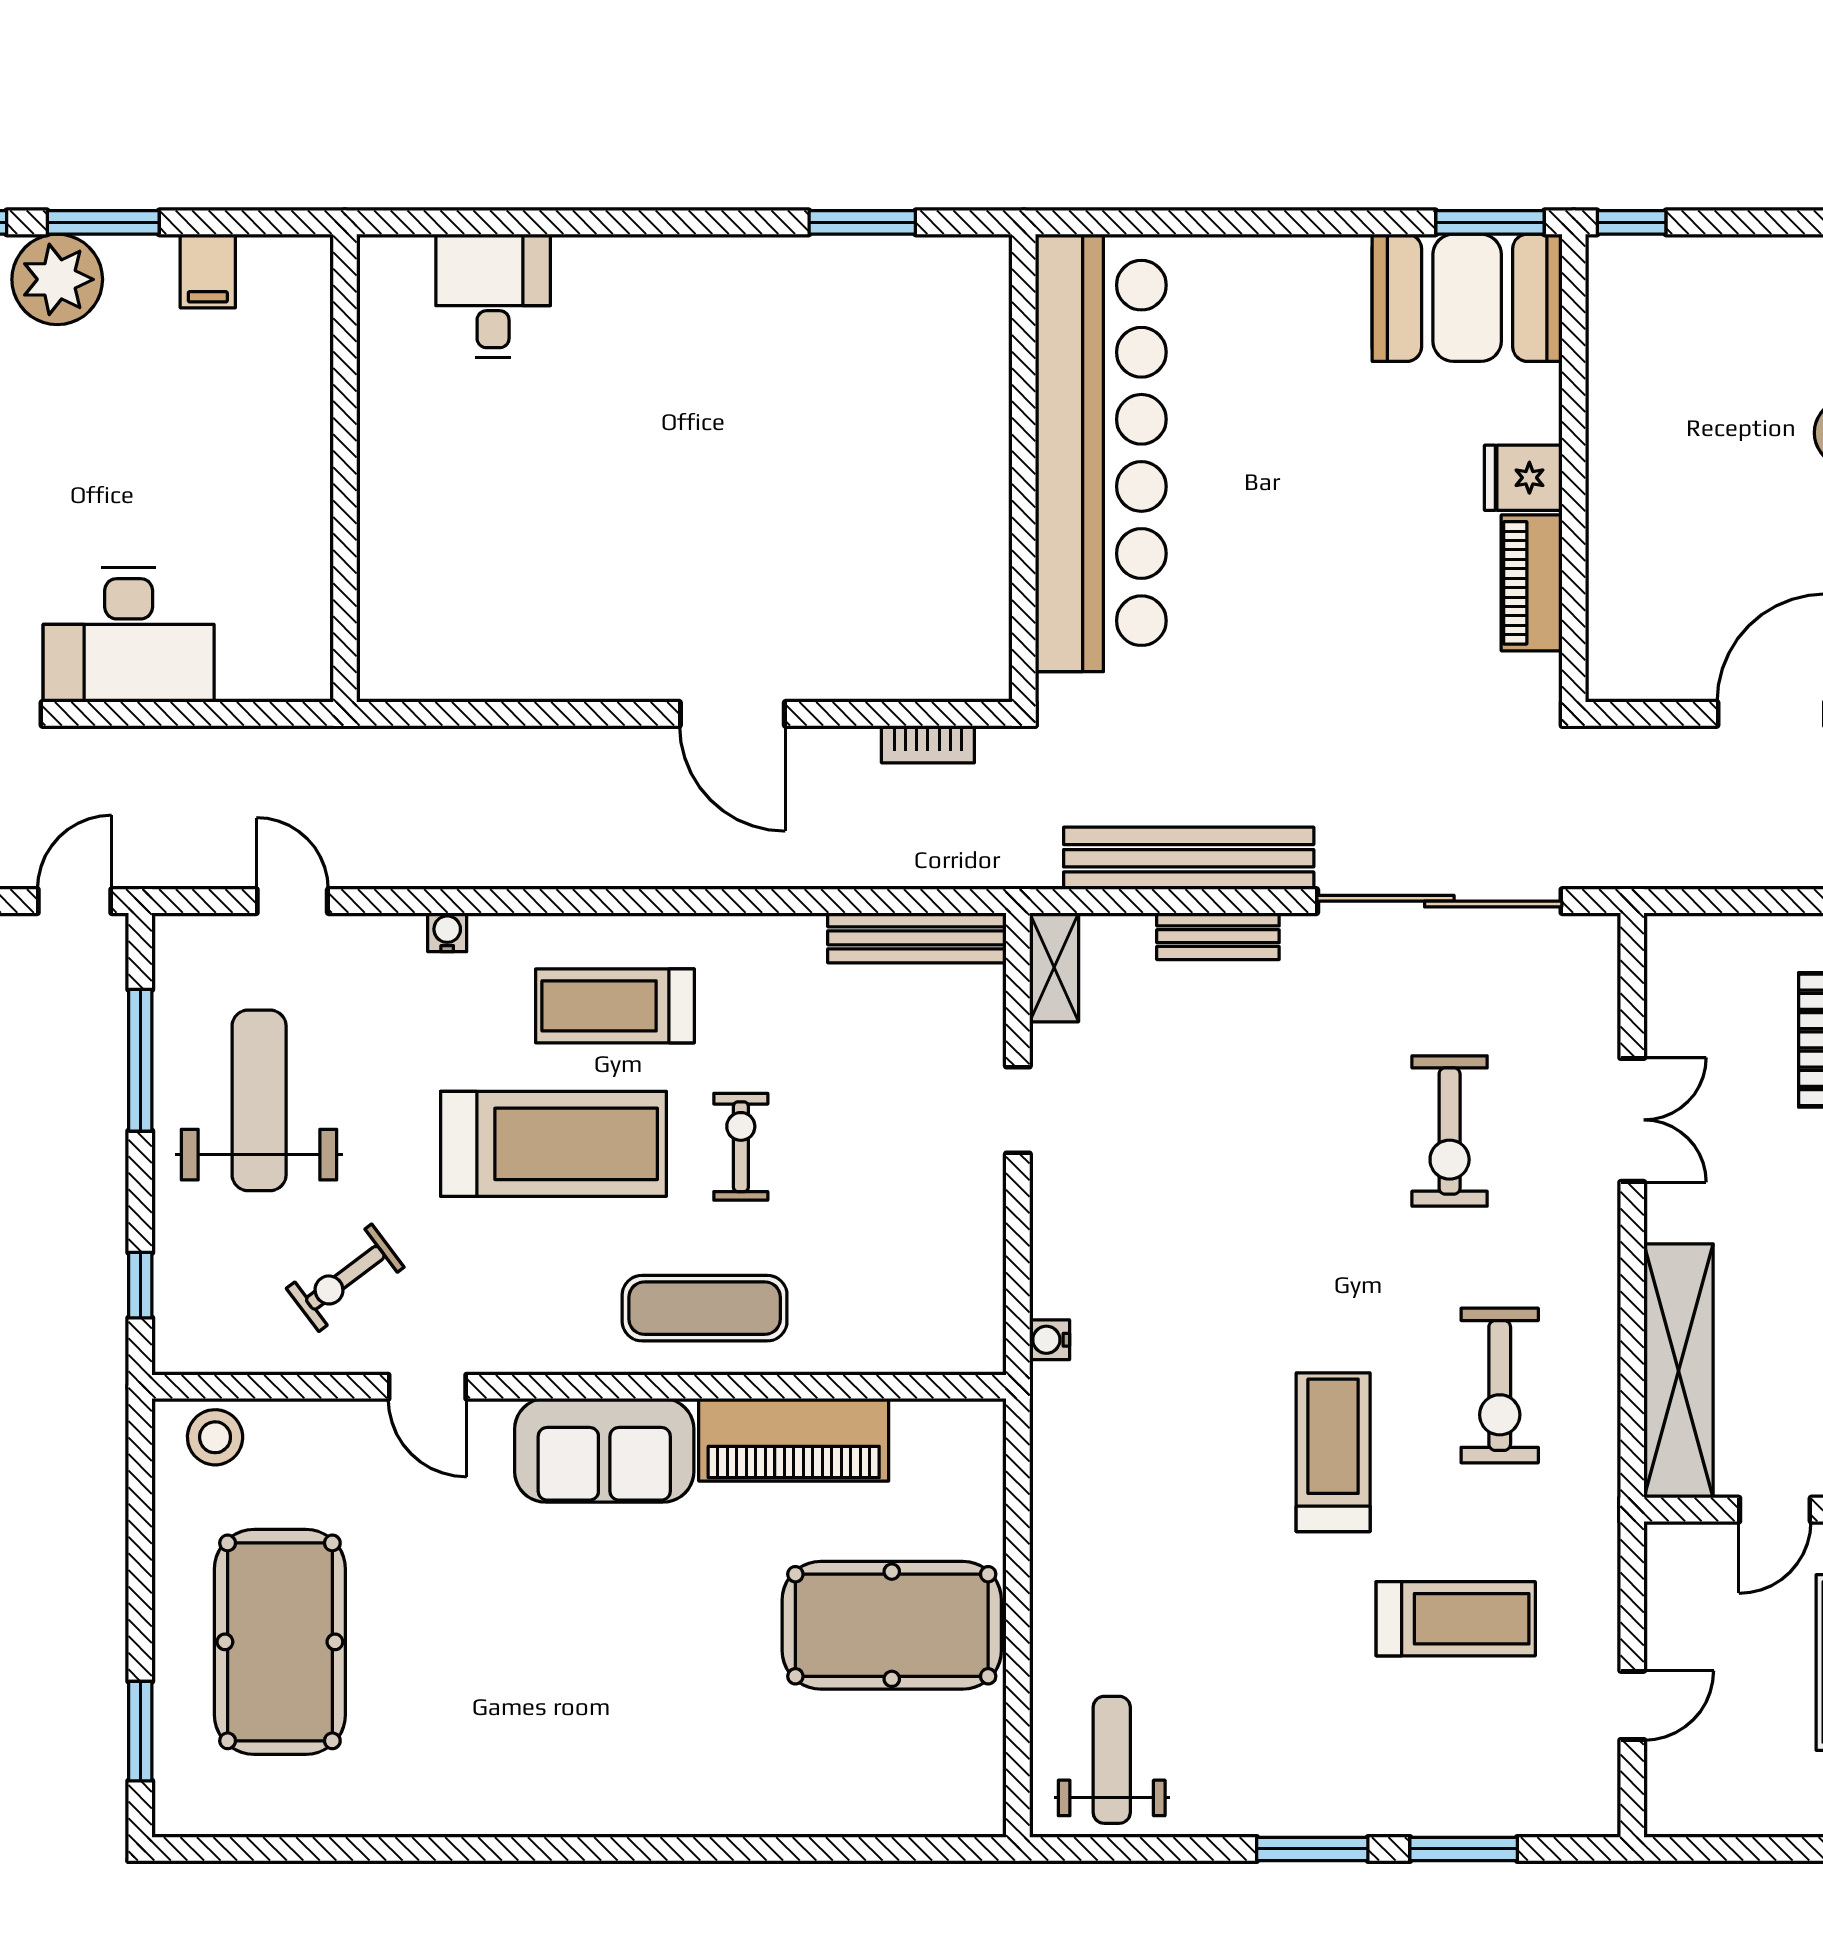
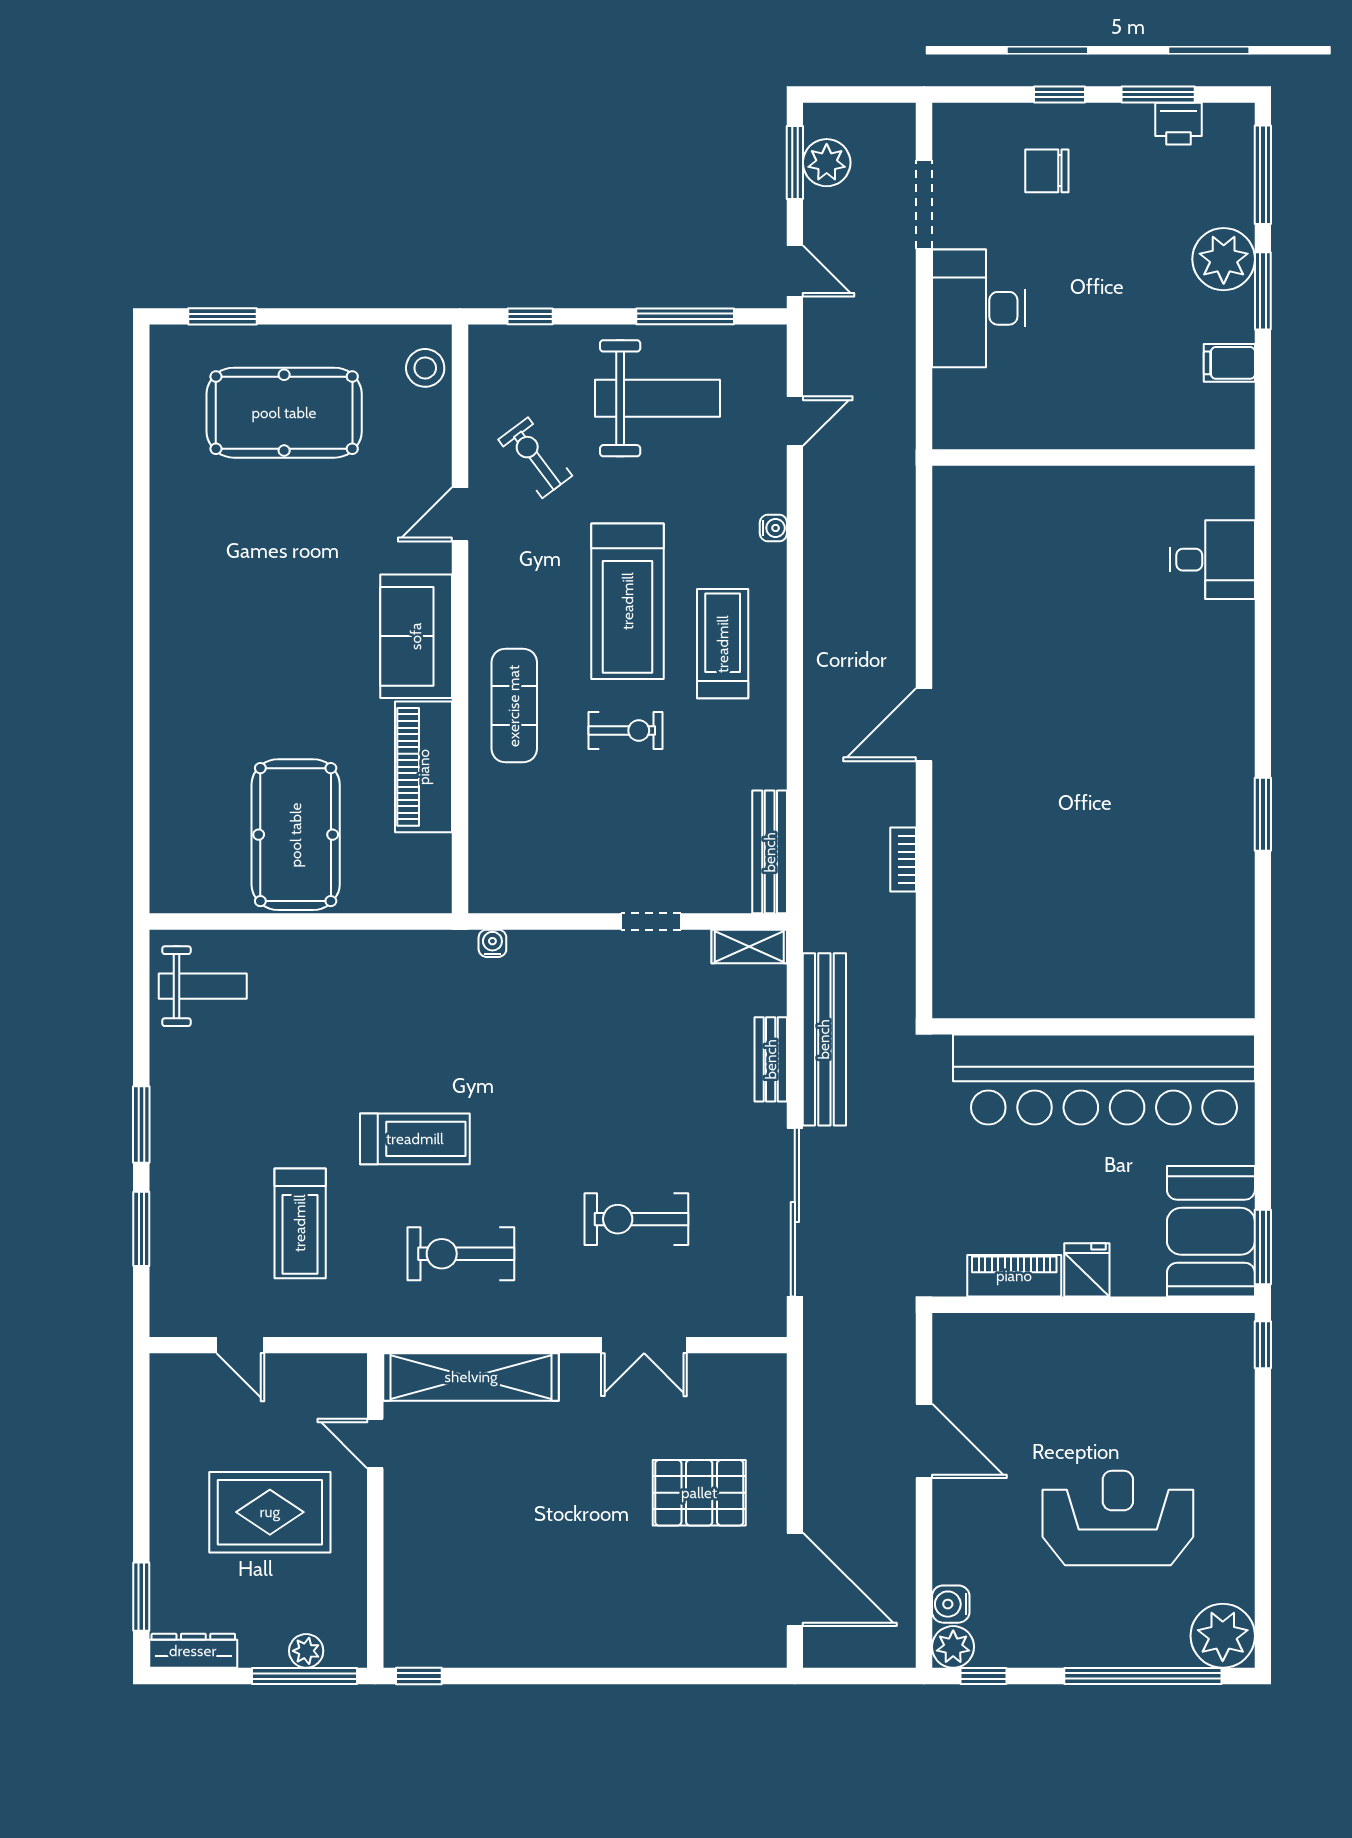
bar counter: (1101, 453) -> (1104, 1080), moved
wall: (1024, 468) -> (1093, 1026), moved

